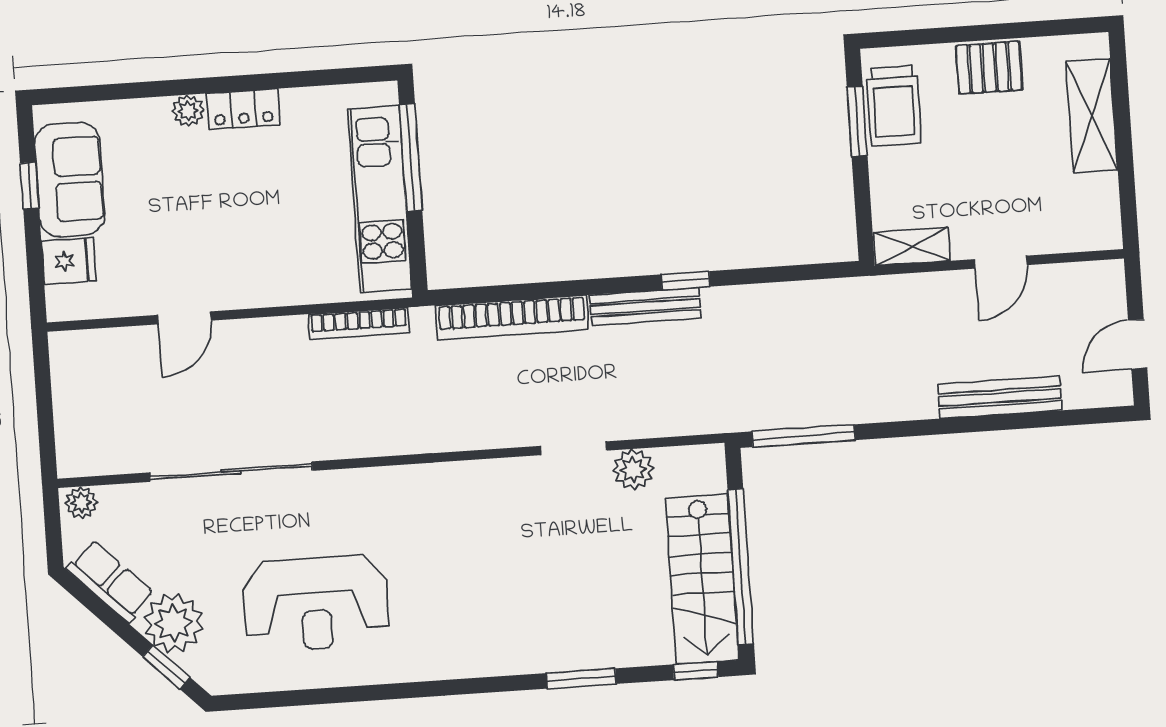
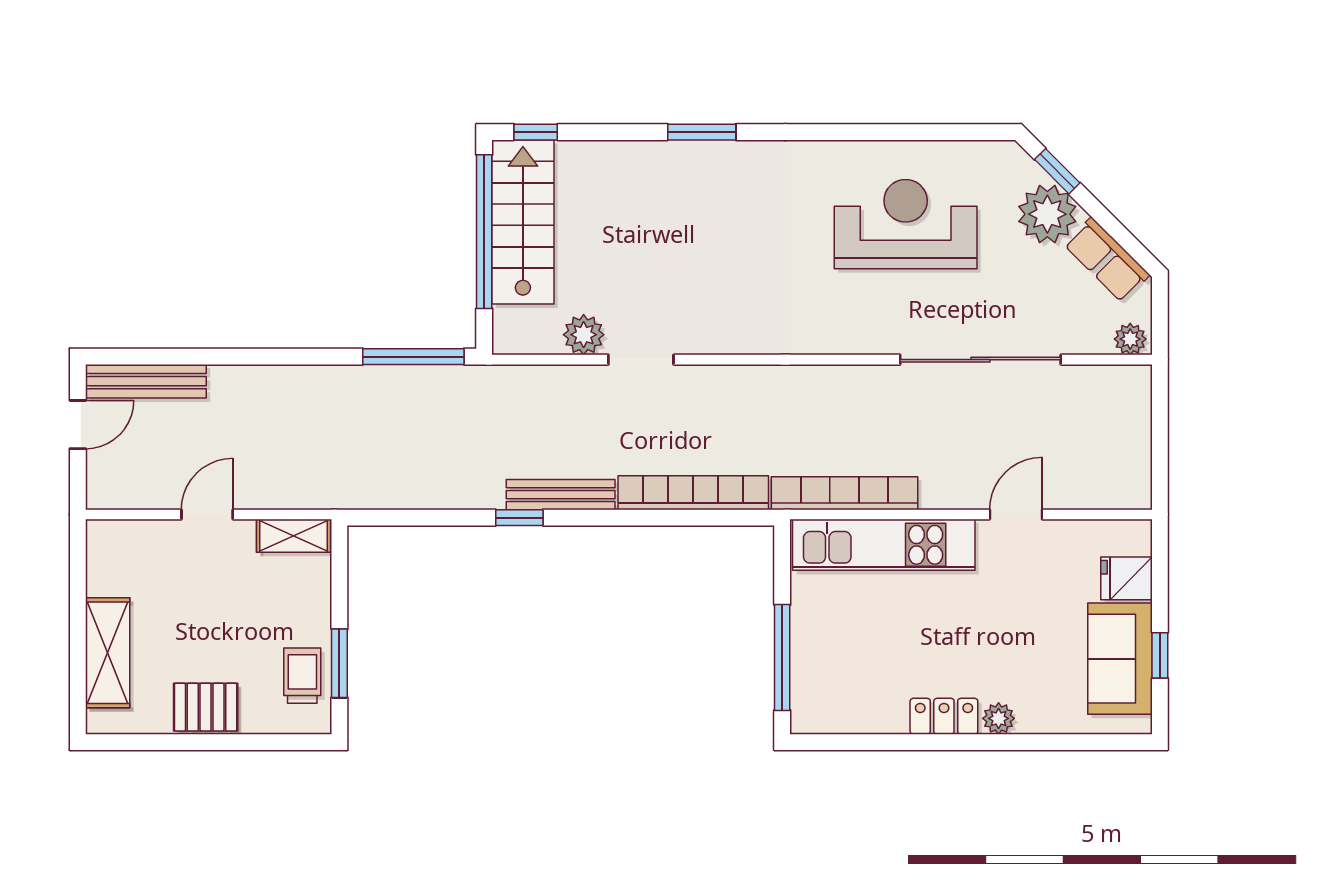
trolley: (894, 106) -> (302, 676), width x0.73, depth x0.72
kitchen unit: (380, 199) -> (884, 545), moved, turned 90
bookcase: (359, 323) -> (844, 493), width x1.48, depth x1.31
bench: (1000, 397) -> (146, 381), moved
window: (581, 678) -> (702, 132), moved

